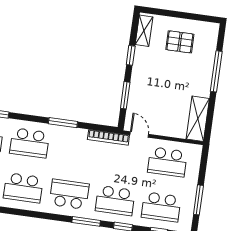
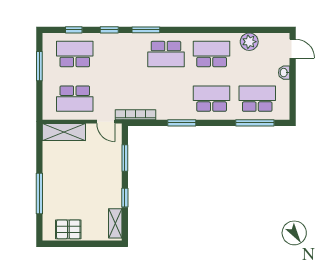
pallet: (180, 42) -> (68, 229), moved
shelving: (198, 119) -> (64, 132), moved, turned 90
school desk: (167, 162) -> (75, 99), turned 180
school desk: (115, 201) -> (120, 54), removed

